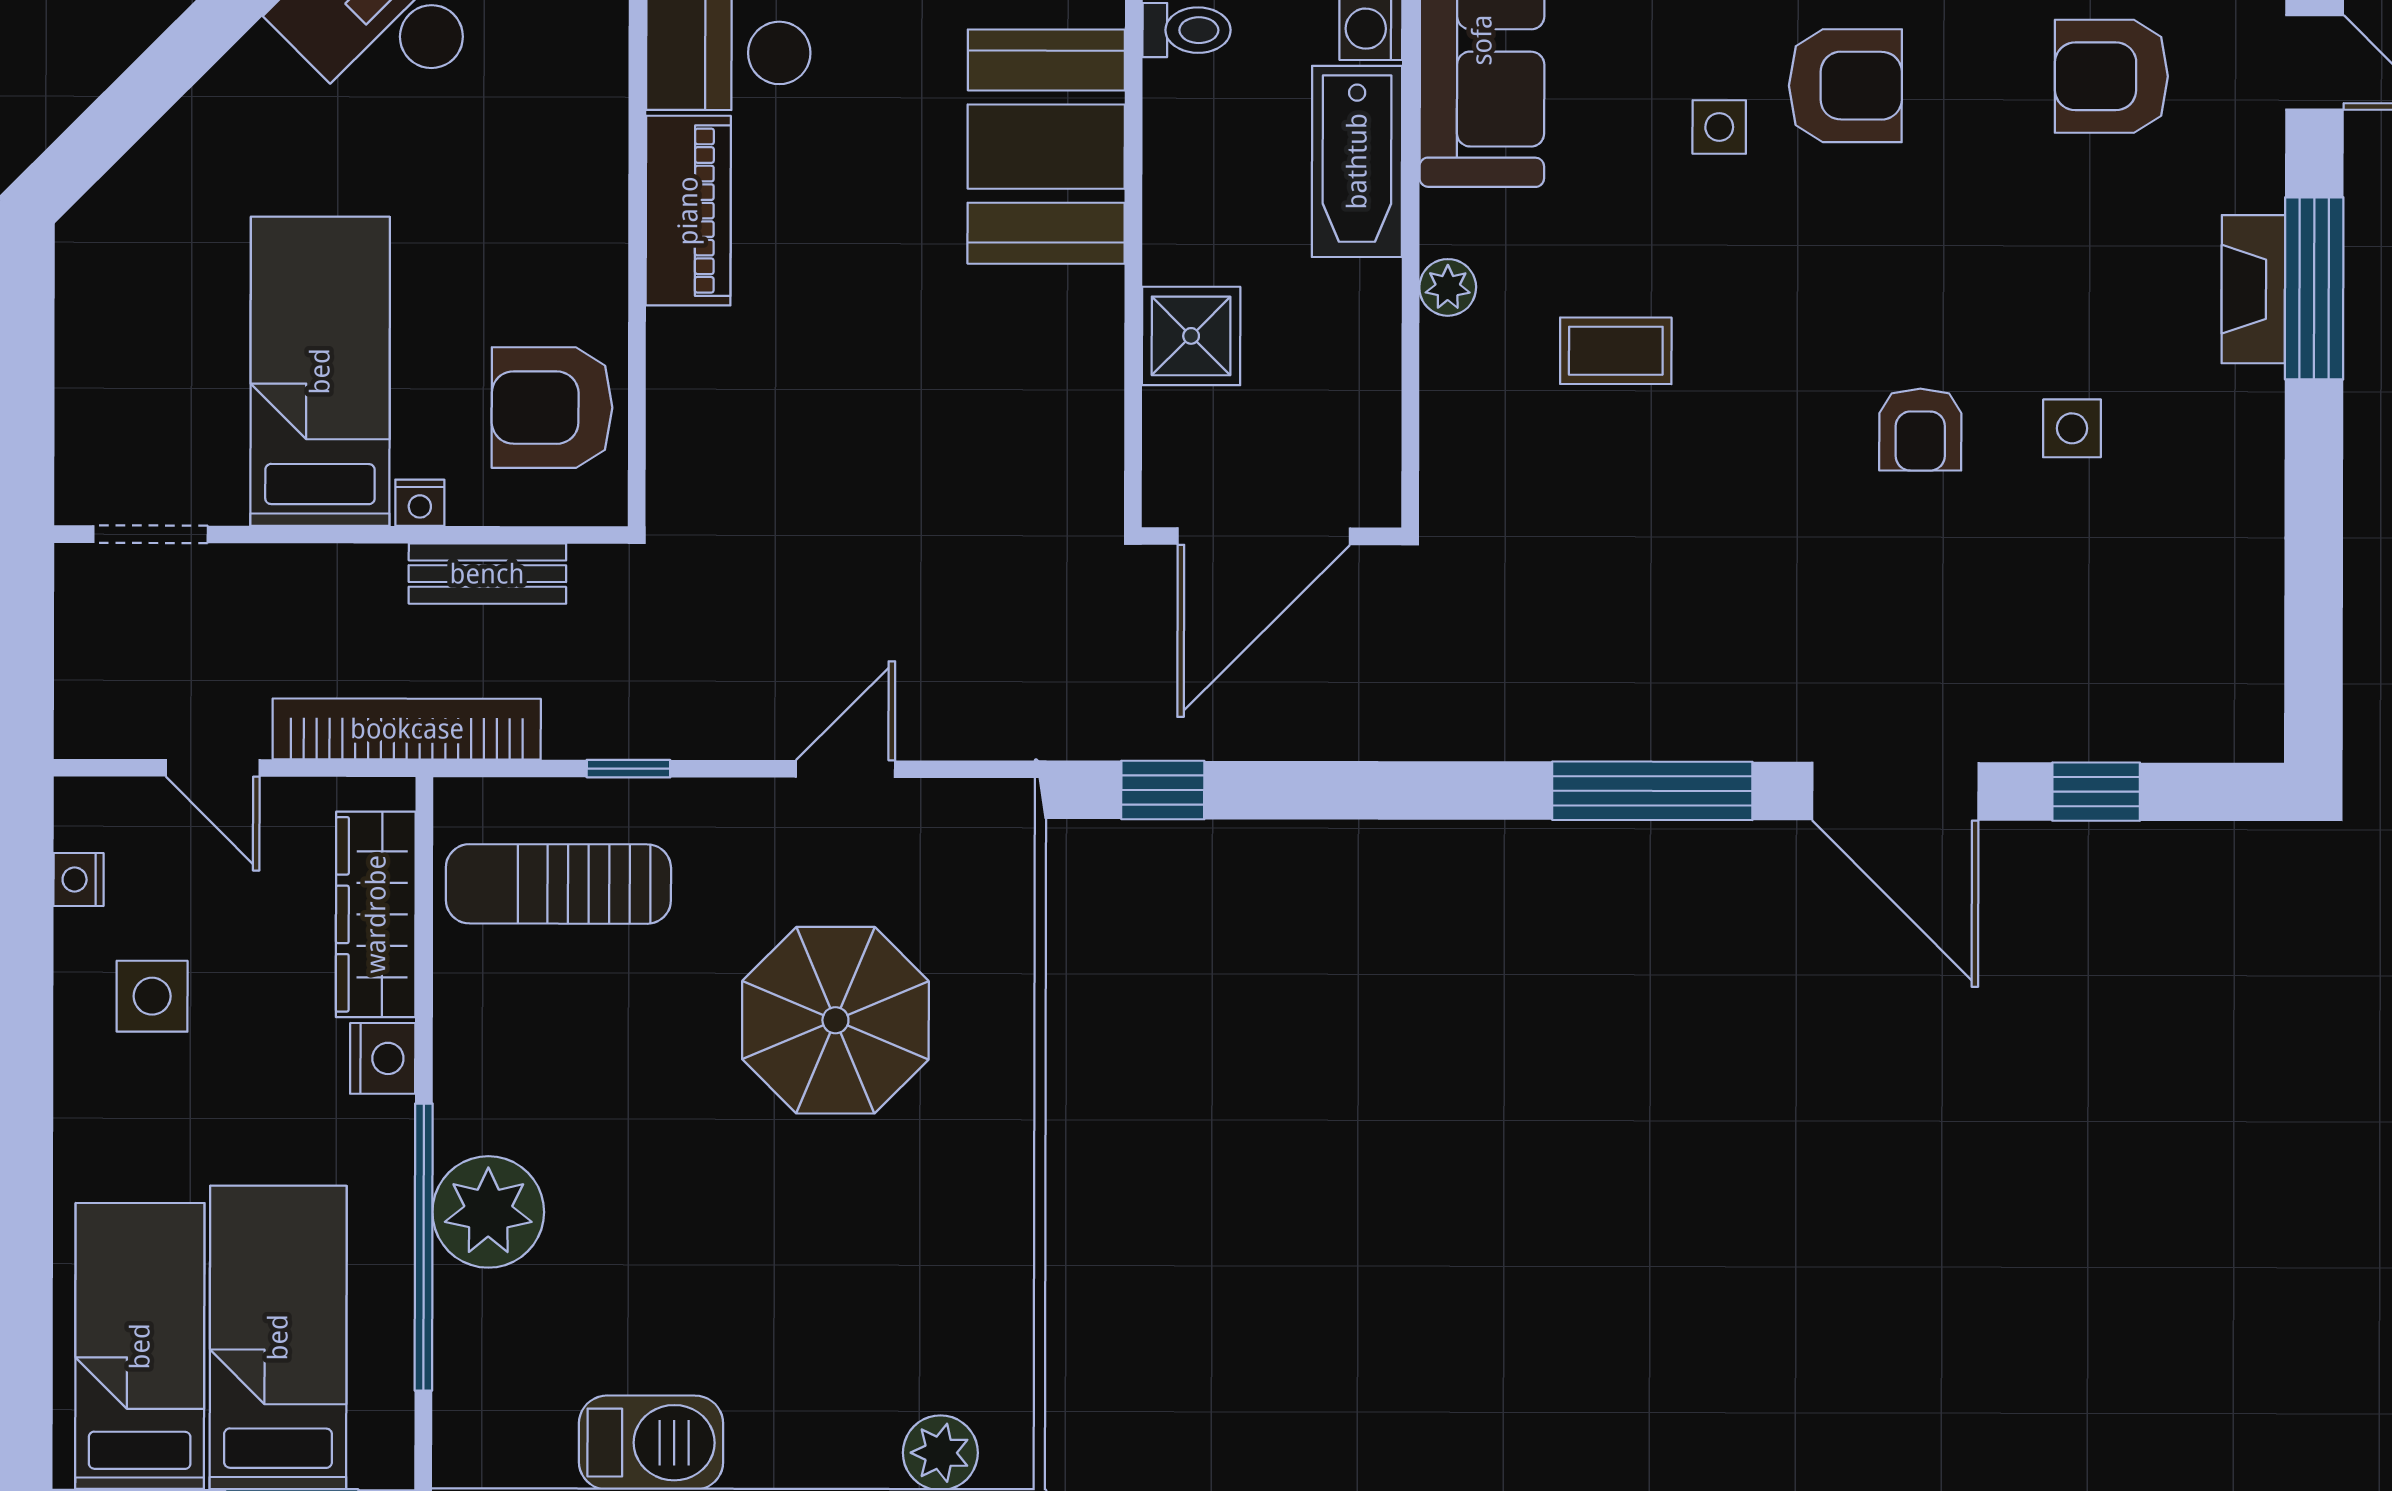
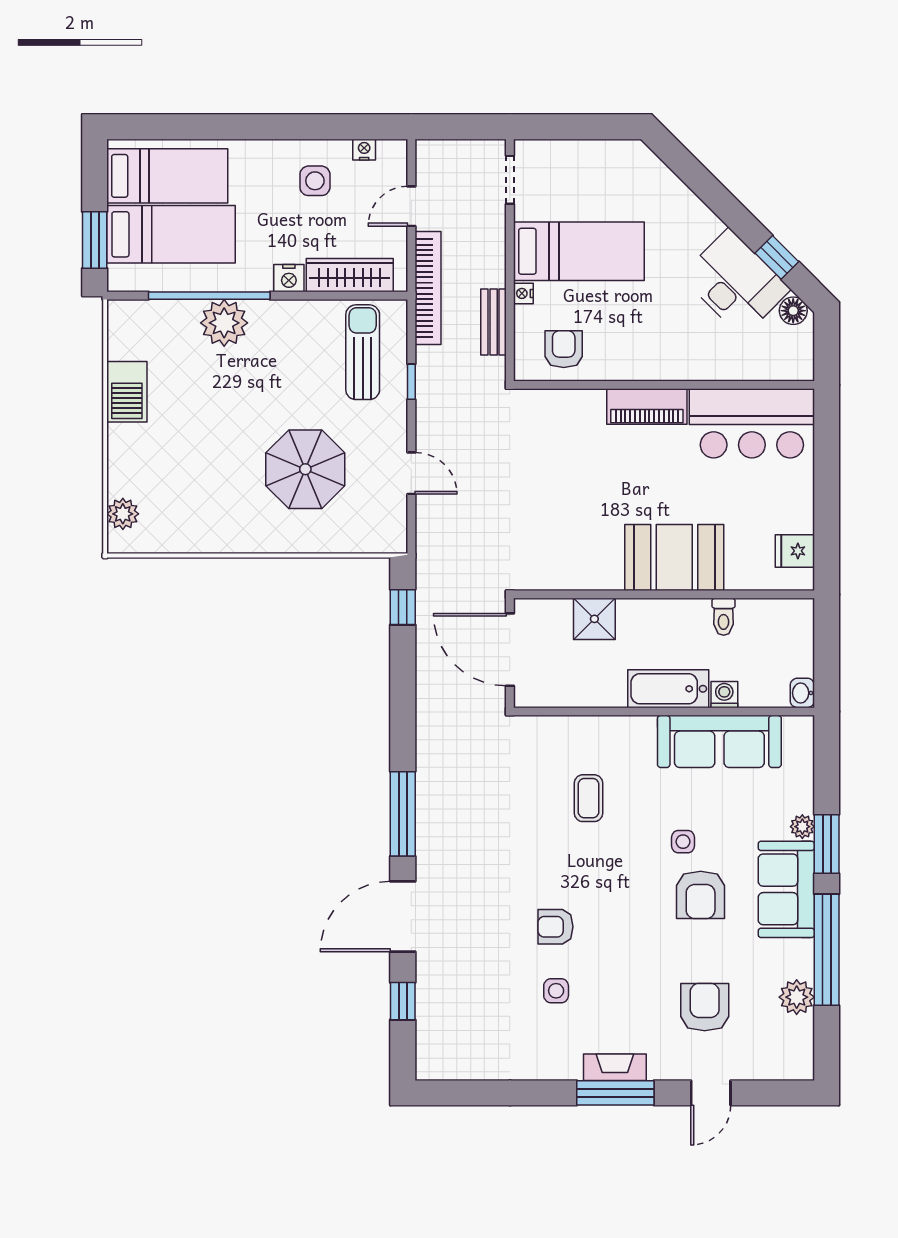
plant: (1448, 287) -> (615, 727), removed
armchair: (552, 408) -> (564, 349), width x0.72, depth x0.72

